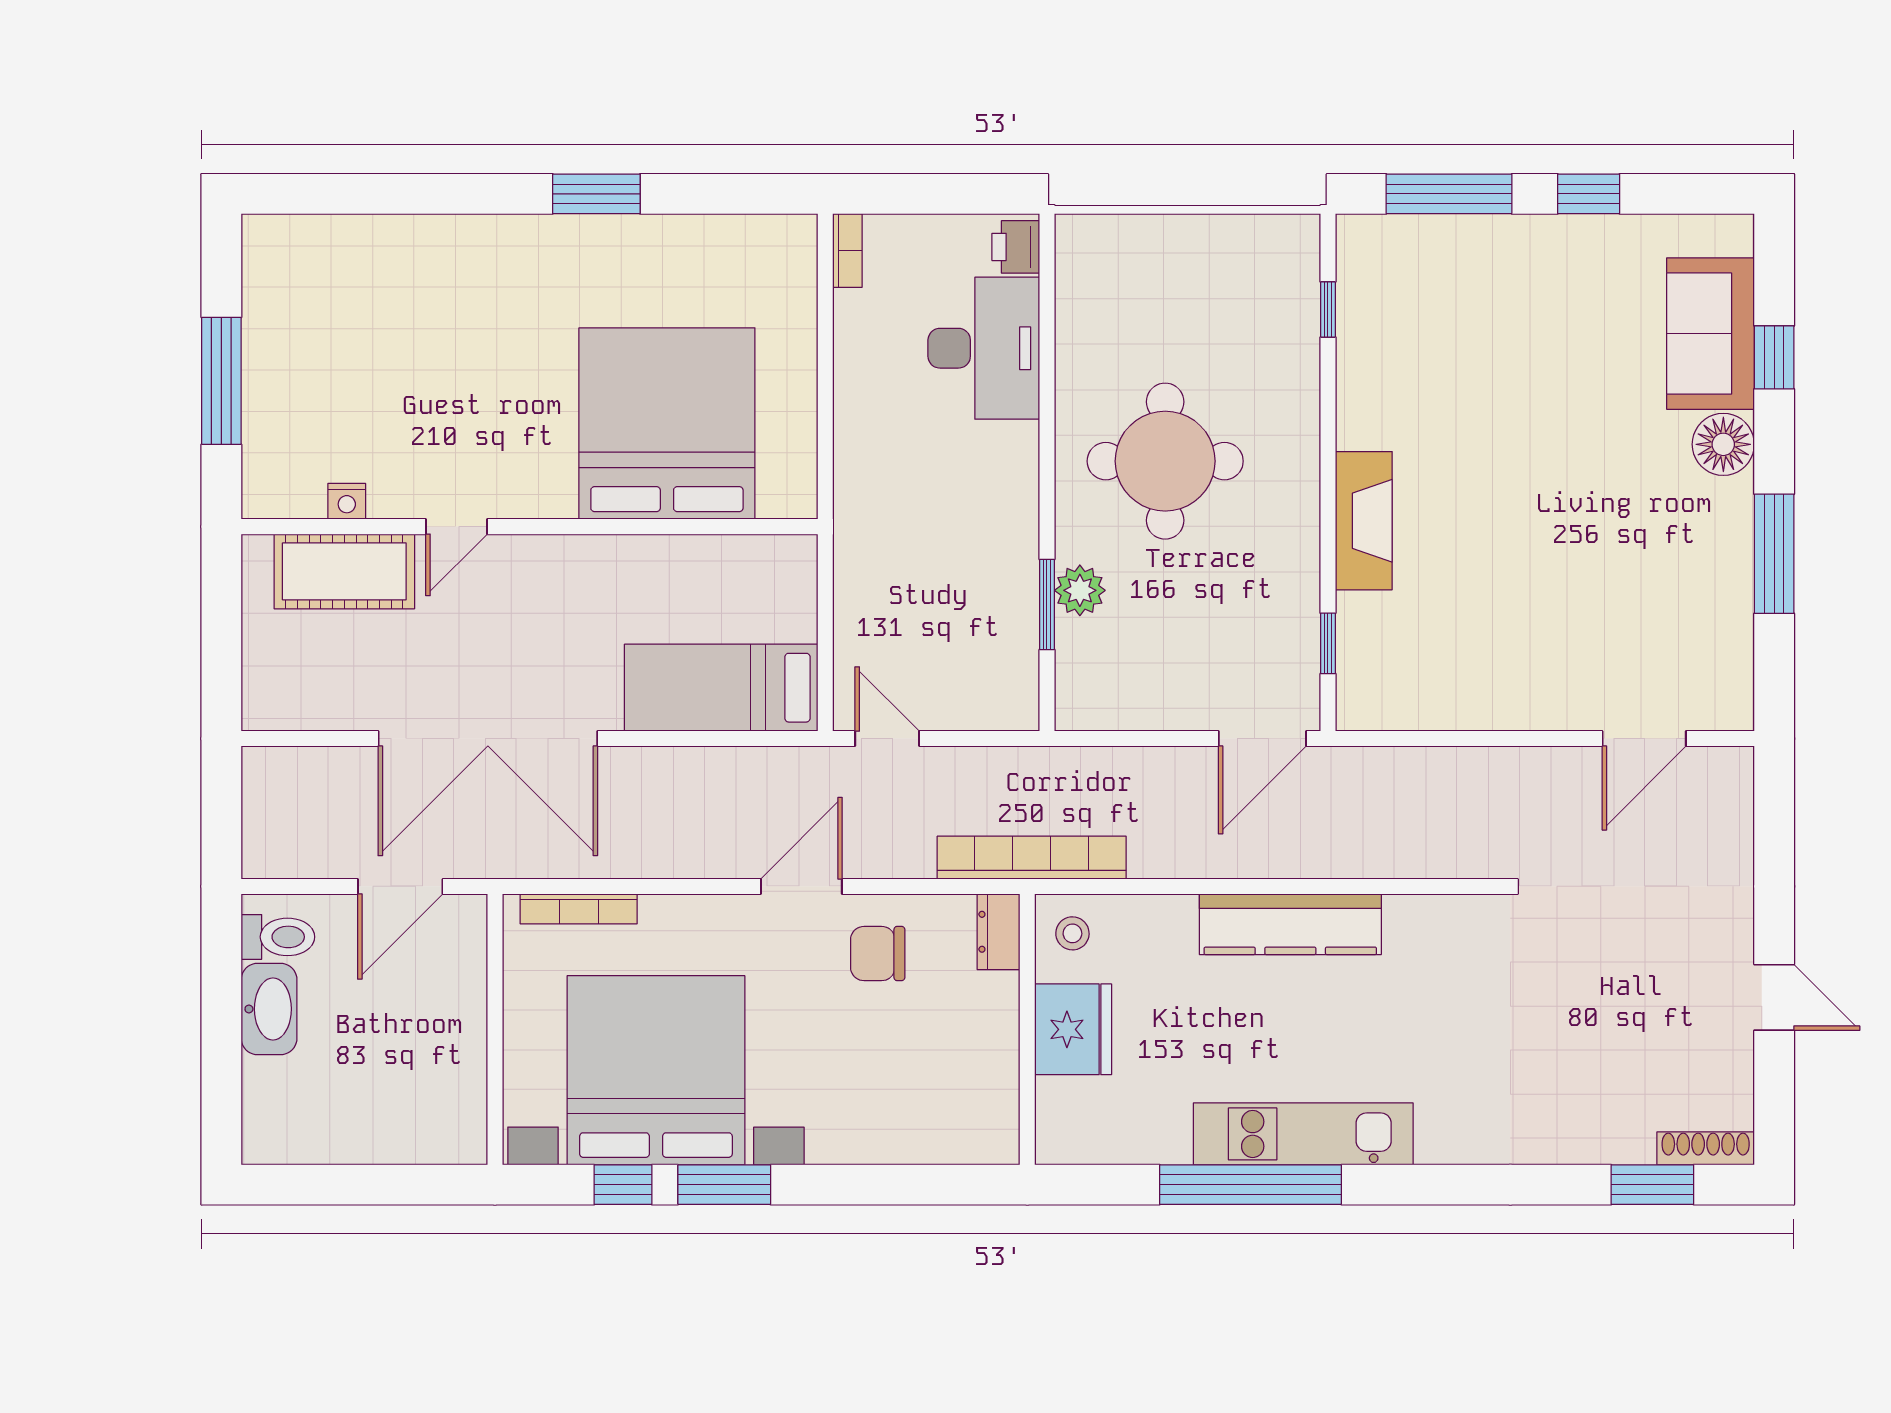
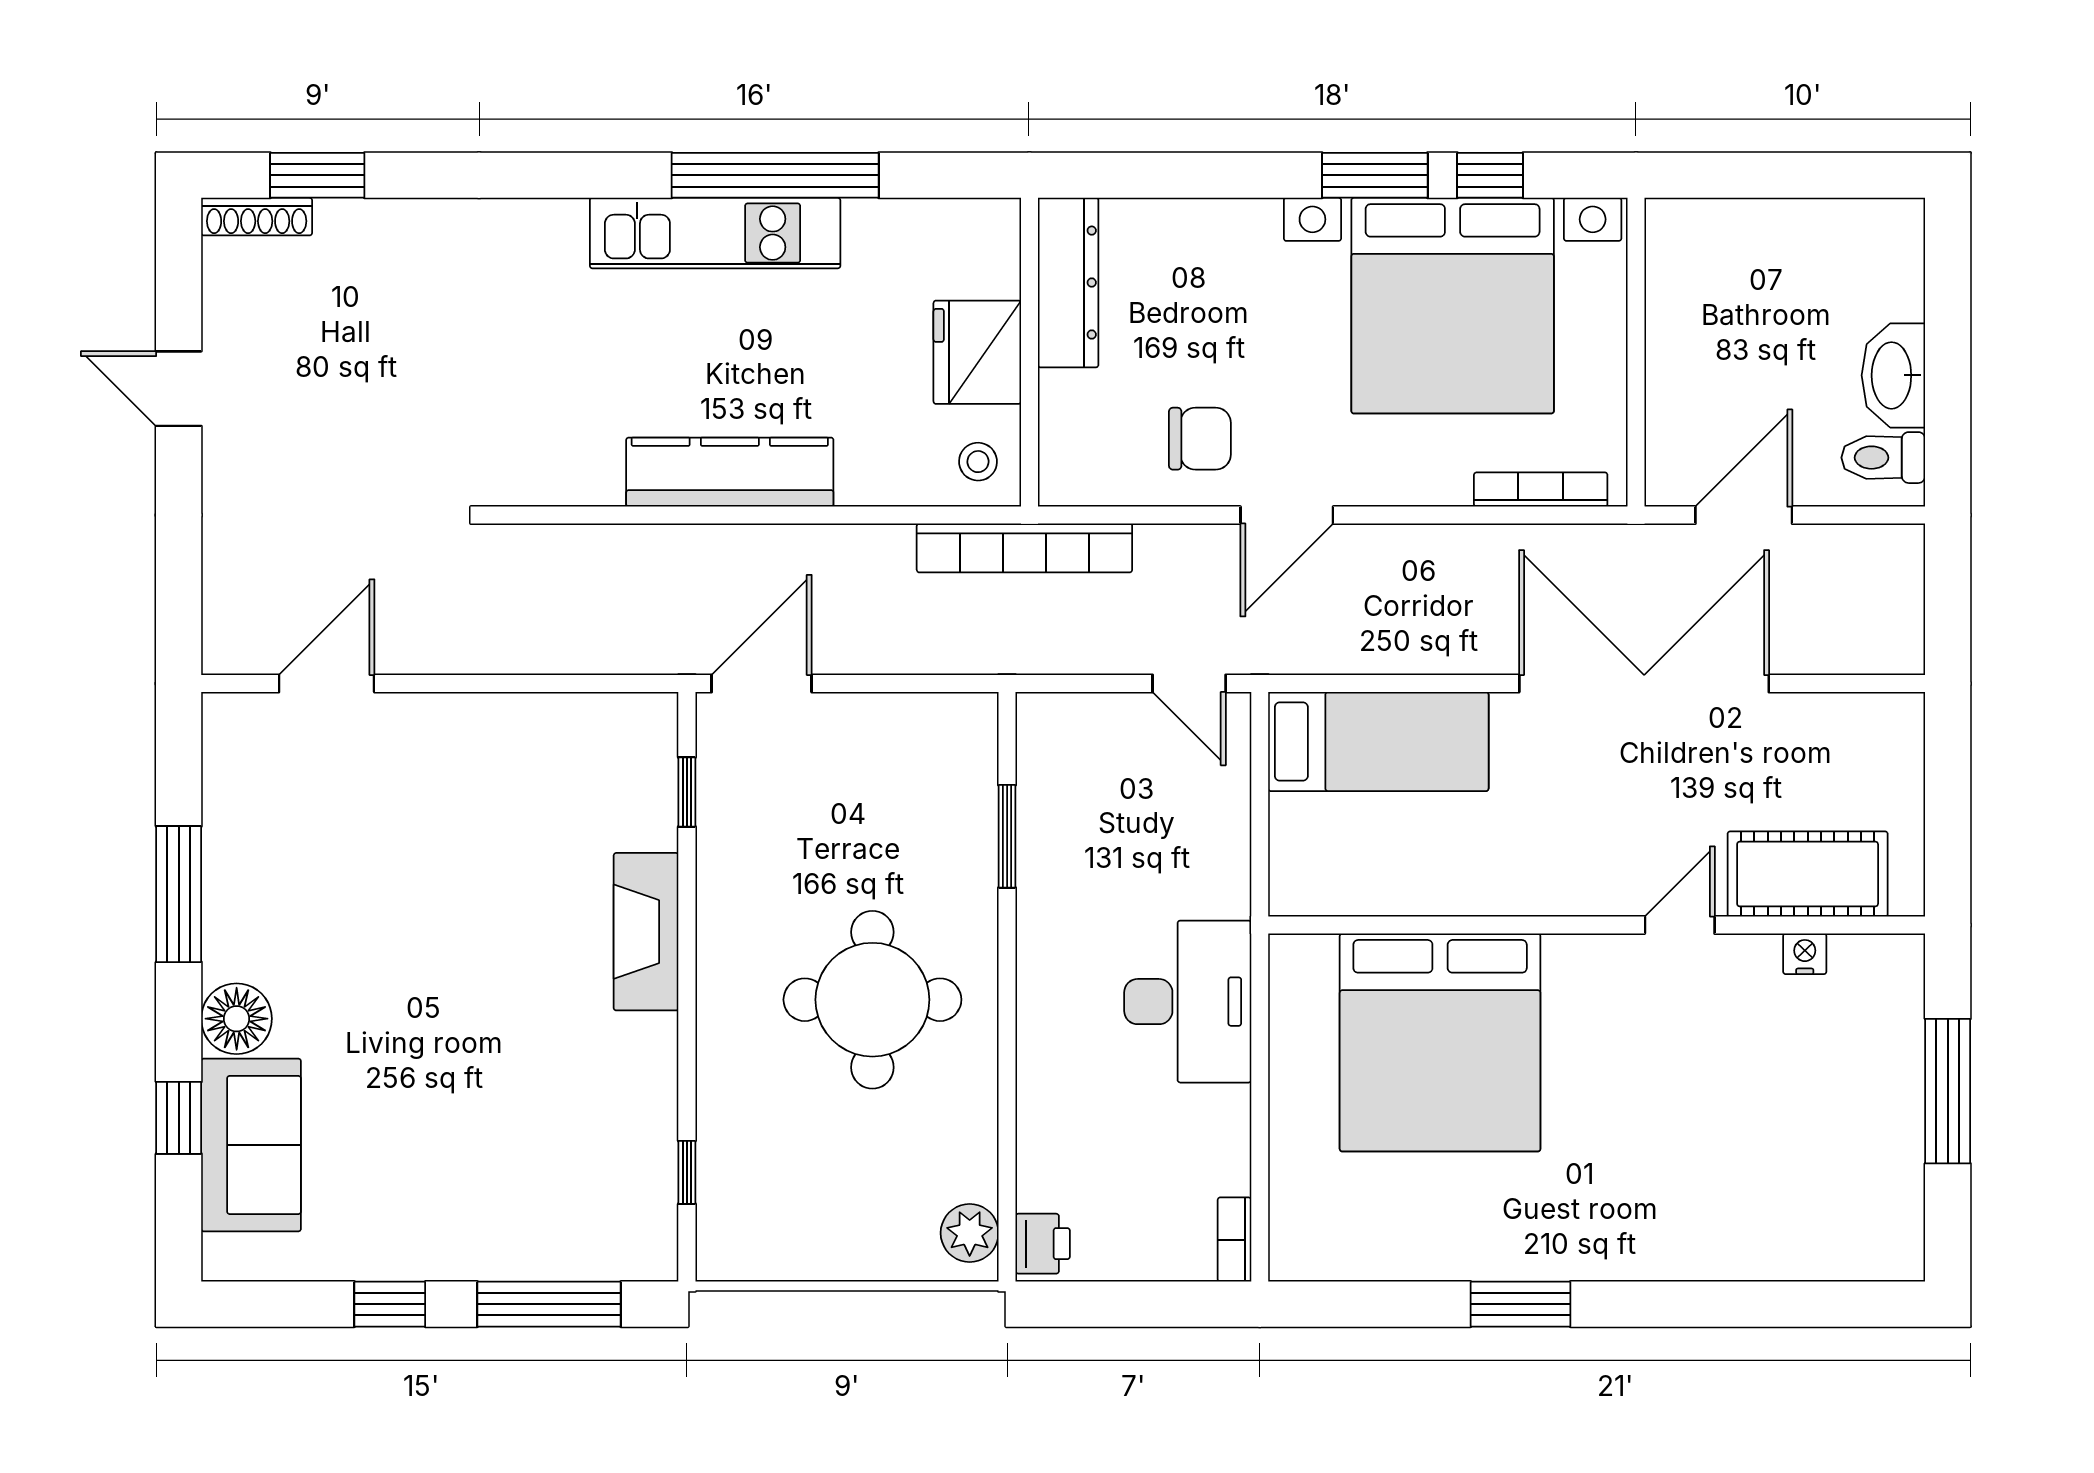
desk: (984, 348) -> (1188, 1002), moved, turned 180
plant: (1080, 590) -> (970, 1233), moved
dresser: (999, 932) -> (1068, 283), moved, width x1.96, depth x1.24

